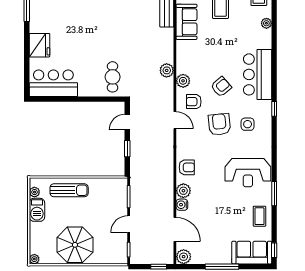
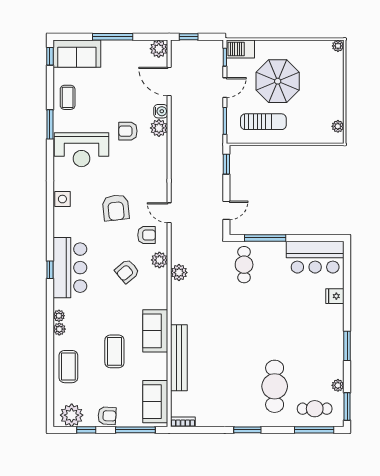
plant: (267, 34) -> (59, 316), added
fridge: (39, 45) -> (335, 296), width x0.53, depth x0.75
armchair: (221, 87) -> (127, 271), moved
window: (95, 99) -> (265, 238), added
window: (274, 109) -> (50, 270), moved
side table: (248, 124) -> (62, 199), moved
window: (127, 149) -> (226, 164), moved
armchair: (187, 167) -> (128, 131), moved
reception desk: (248, 173) -> (82, 150), turned 180
sun lounger: (69, 190) -> (263, 122), moved, turned 180
barbecue: (37, 210) -> (240, 49), moved, turned -90
parasol: (75, 245) -> (278, 81), moved

